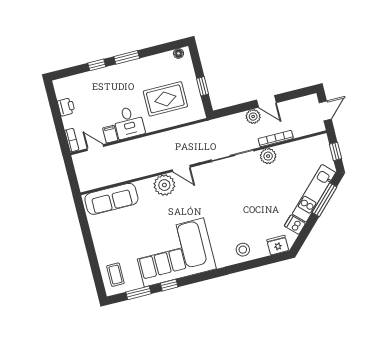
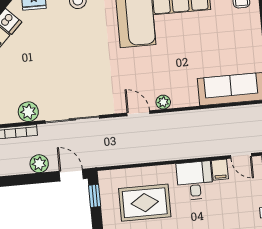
window: (203, 86) -> (95, 196), moved
door: (266, 101) -> (71, 175), moved
plant: (164, 185) -> (163, 102), width x0.53, depth x0.53

